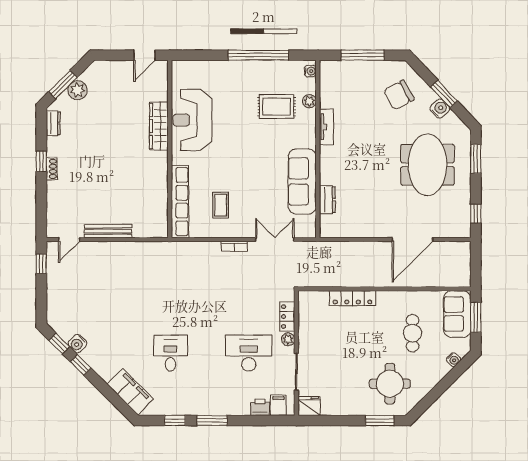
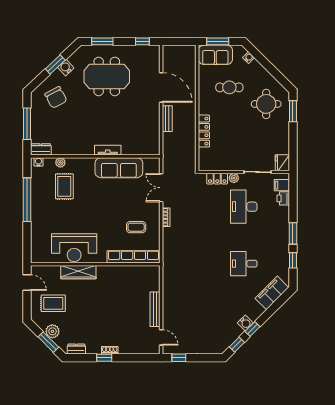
rug: (116, 91) -> (53, 303), added
tv unit: (326, 127) -> (108, 150), moved
dresser: (327, 200) -> (41, 149), moved
bench: (370, 248) -> (167, 119), added
water cooler: (78, 344) -> (245, 323), moved

